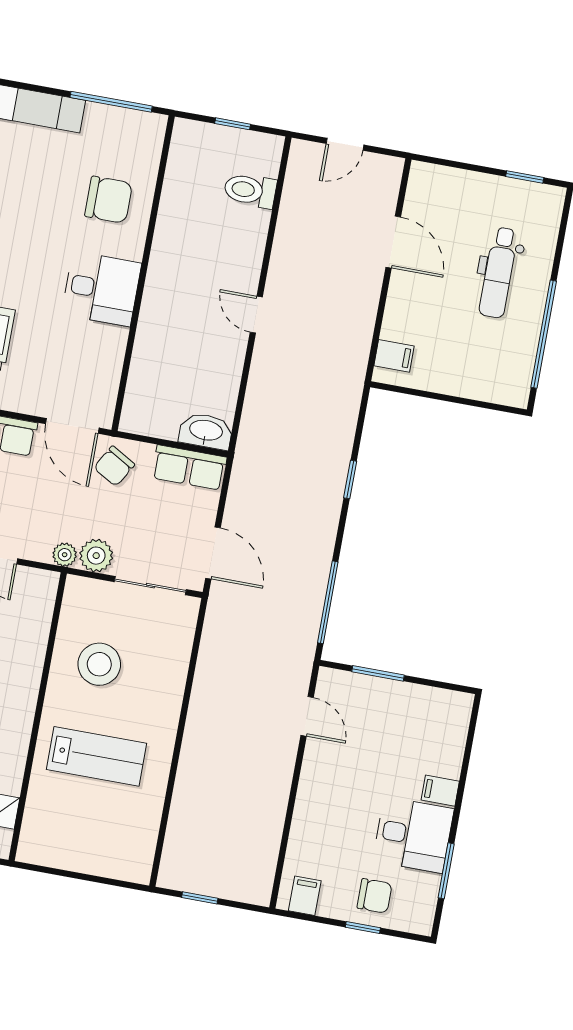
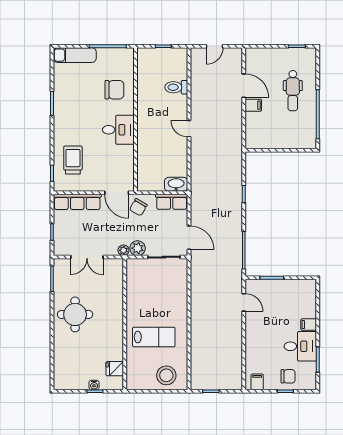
toilet: (250, 190) -> (176, 87), moved
filing cabinet: (394, 356) -> (253, 105), moved
stool: (99, 664) -> (166, 375), moved

